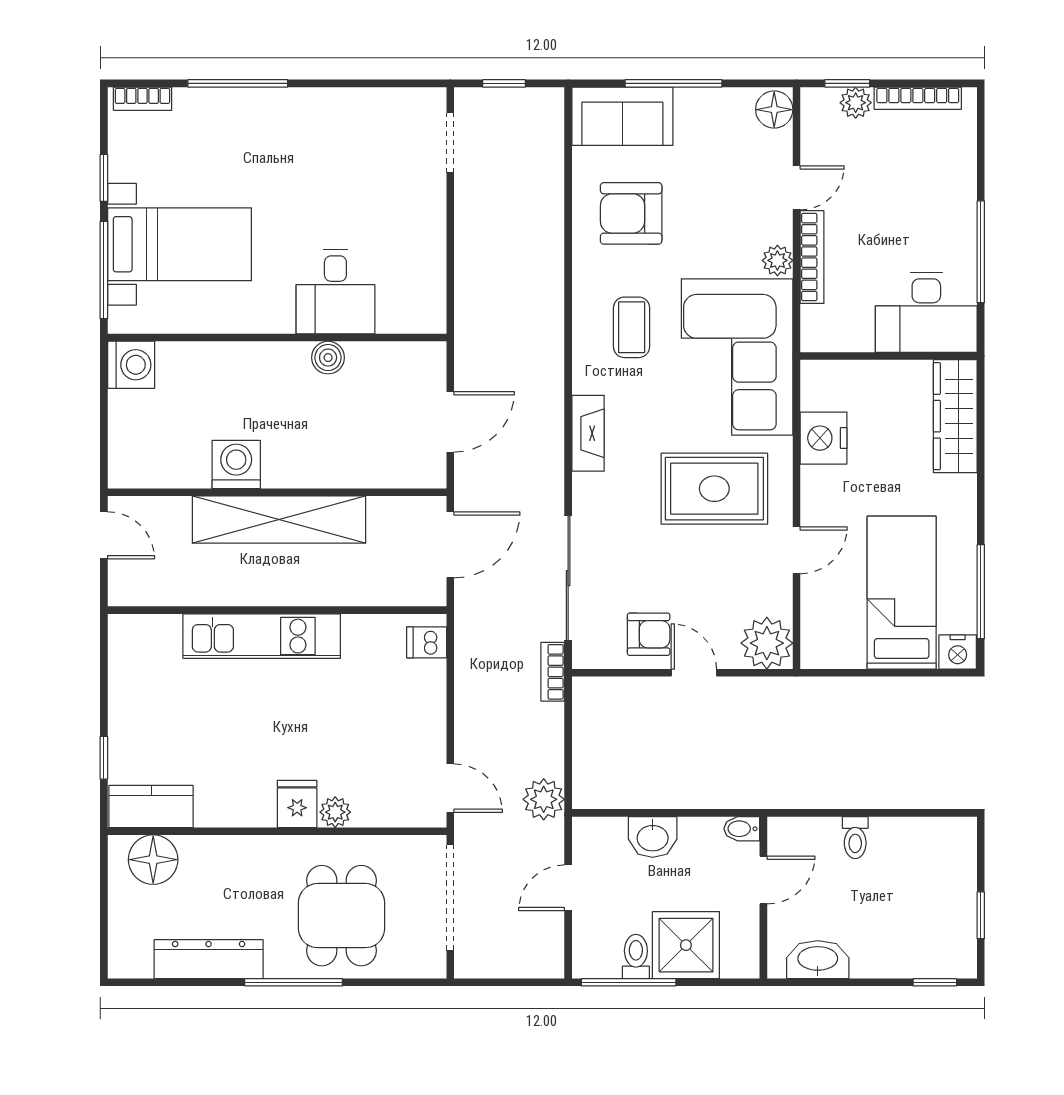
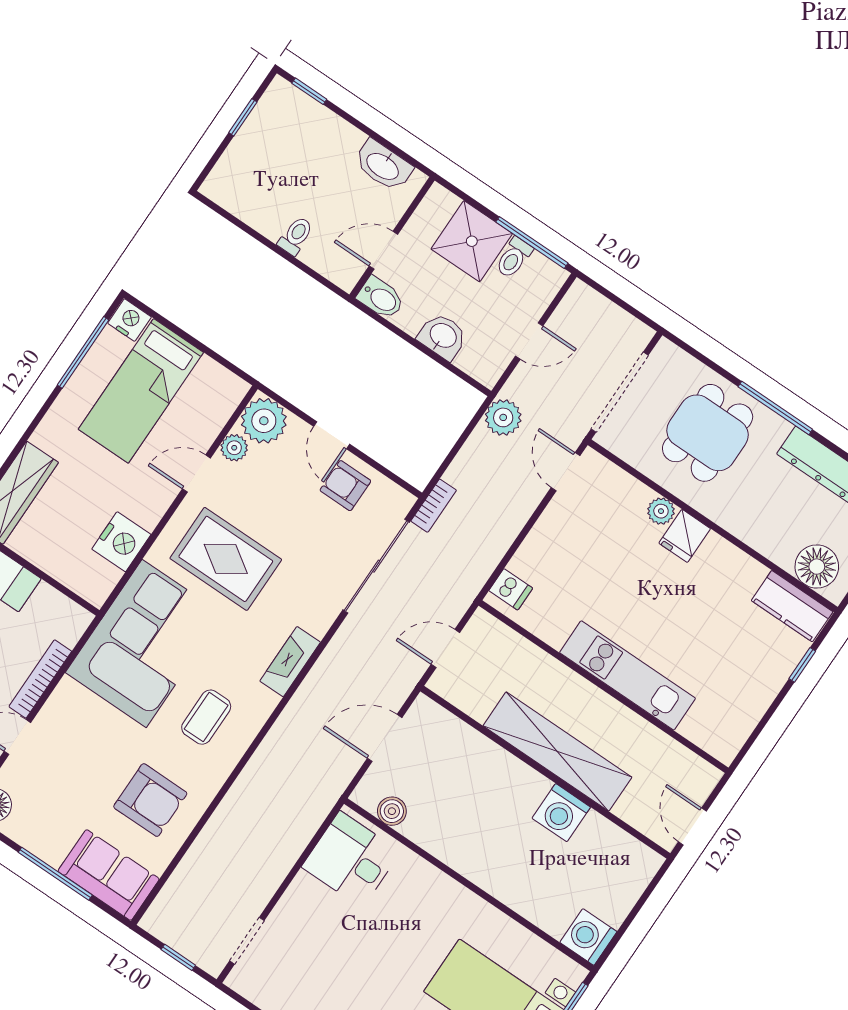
plant: (777, 260) -> (234, 448), moved
desk: (335, 291) -> (351, 859), moved, turned -90
boiler: (328, 358) -> (392, 811), moved
door: (450, 545) -> (445, 649), width x0.73
bidet: (742, 829) -> (381, 298), width x1.38, depth x1.36

